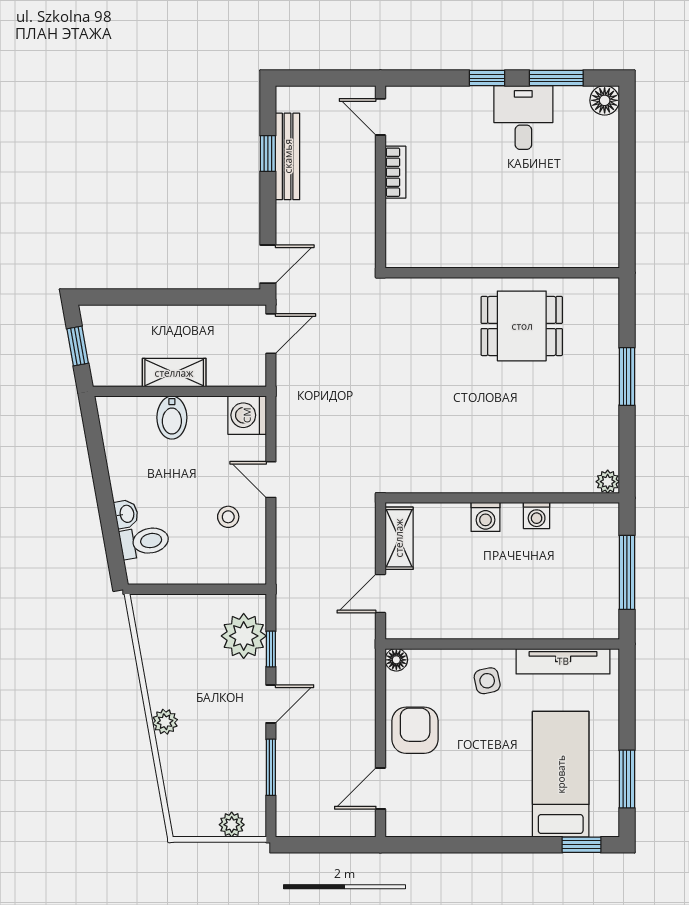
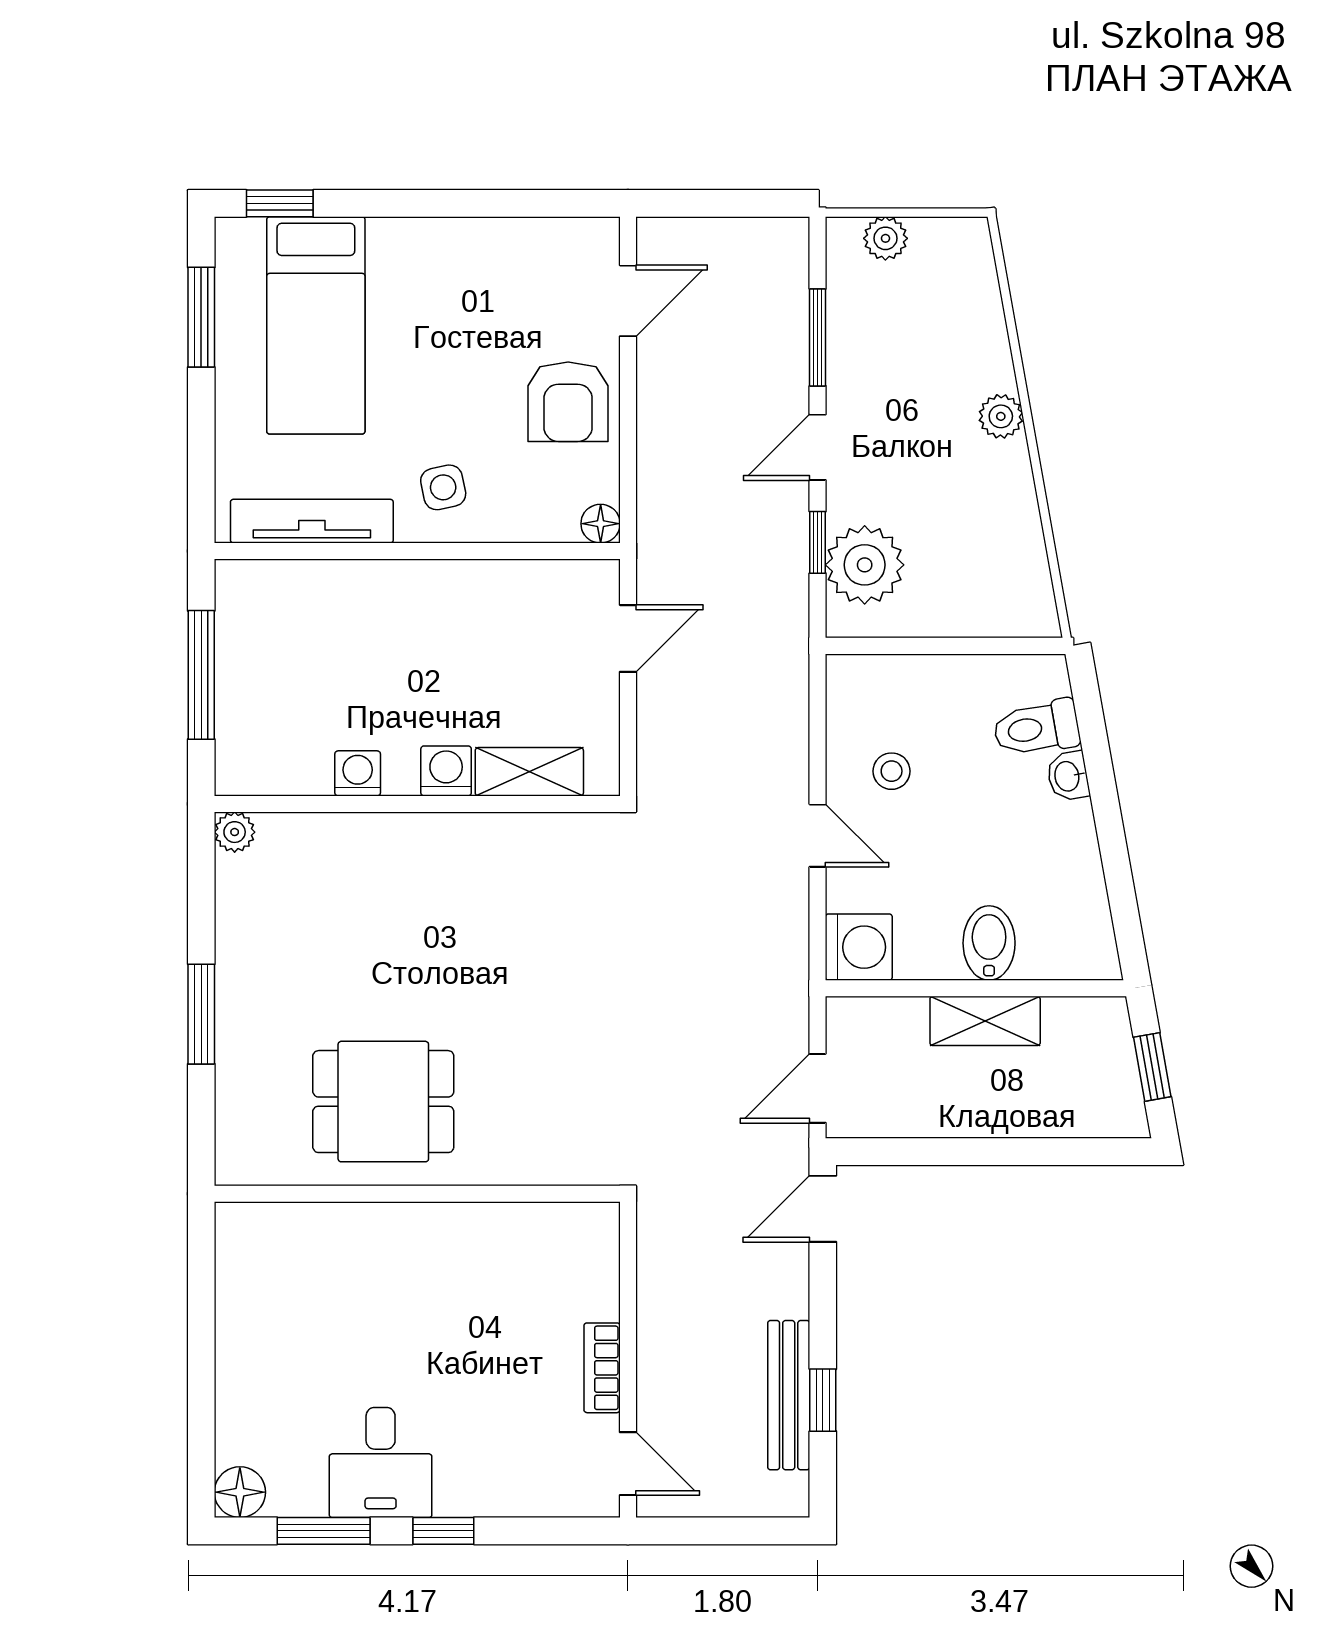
shelving: (399, 538) -> (529, 772), moved, turned 90

